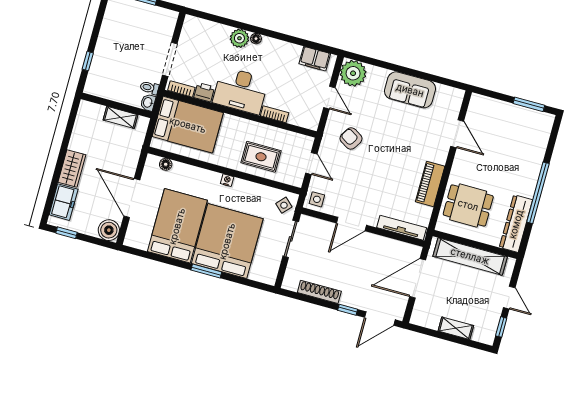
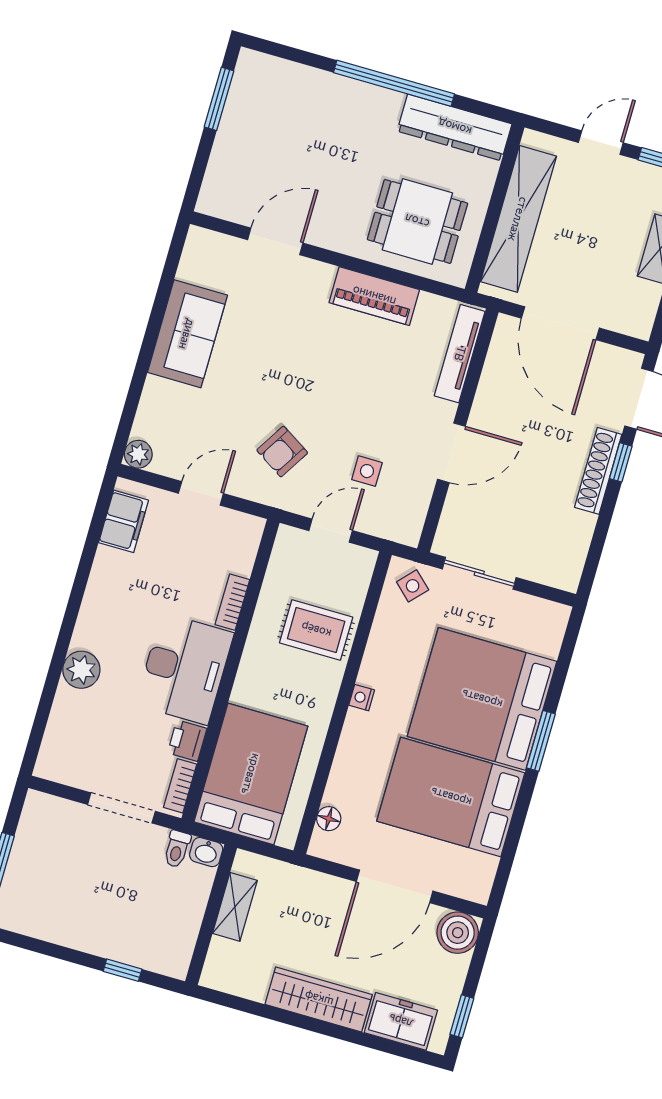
floor lamp: (256, 39) -> (82, 637), removed
plant: (353, 73) -> (138, 454), width x0.53, depth x0.53
rug: (261, 157) -> (316, 630), turned 90
wardrobe: (72, 168) -> (319, 999), width x1.50
side table: (317, 199) -> (367, 471), moved
dining table: (468, 205) -> (417, 221), turned 90
door: (351, 224) -> (451, 453), hinge flipped
shoe rack: (319, 292) -> (598, 471), moved

